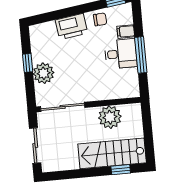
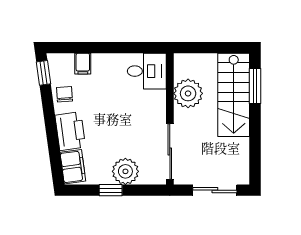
filing cabinet: (43, 31) -> (73, 167), added
desk: (121, 54) -> (147, 71), moved, turned 90
window: (141, 55) -> (114, 48), removed
window: (121, 170) -> (255, 86), width x1.50

